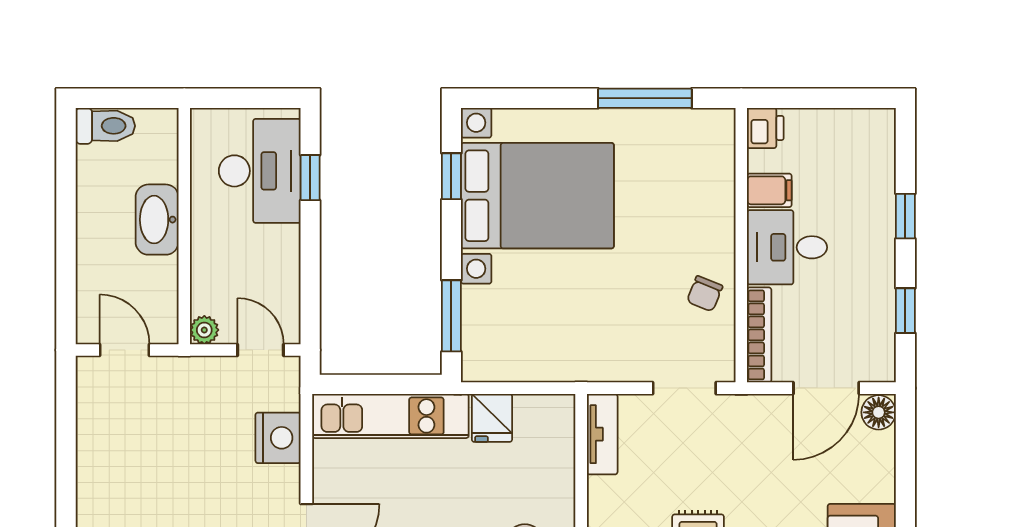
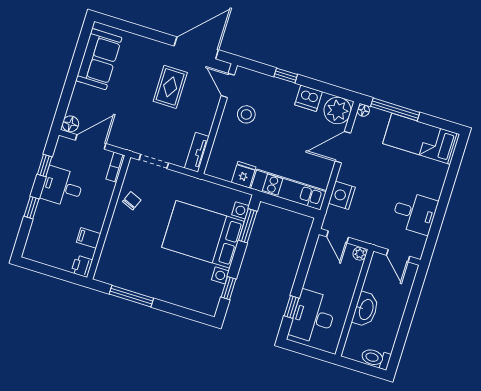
bed with nightstands: (537, 196) -> (203, 234), moved
desk: (787, 247) -> (62, 187), moved, turned 180
bookcase: (759, 335) -> (115, 167), width x0.64
desk: (118, 448) -> (415, 213), added

